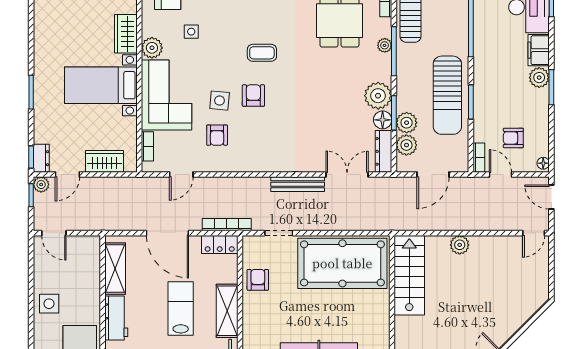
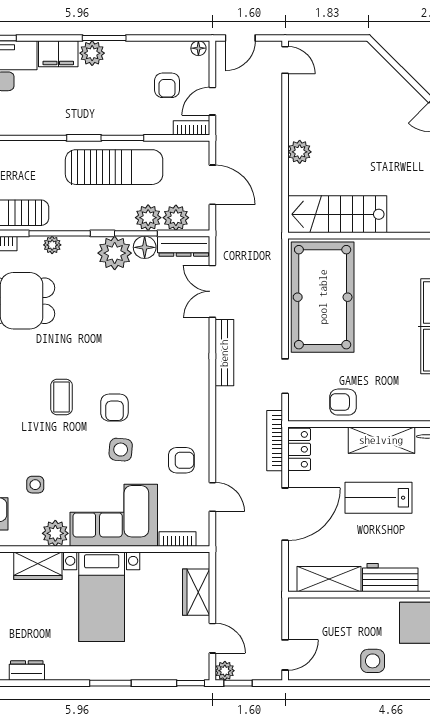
armchair: (253, 96) -> (114, 408), turned -90
armchair: (217, 135) -> (181, 460), moved
dresser: (41, 158) -> (27, 671), moved

